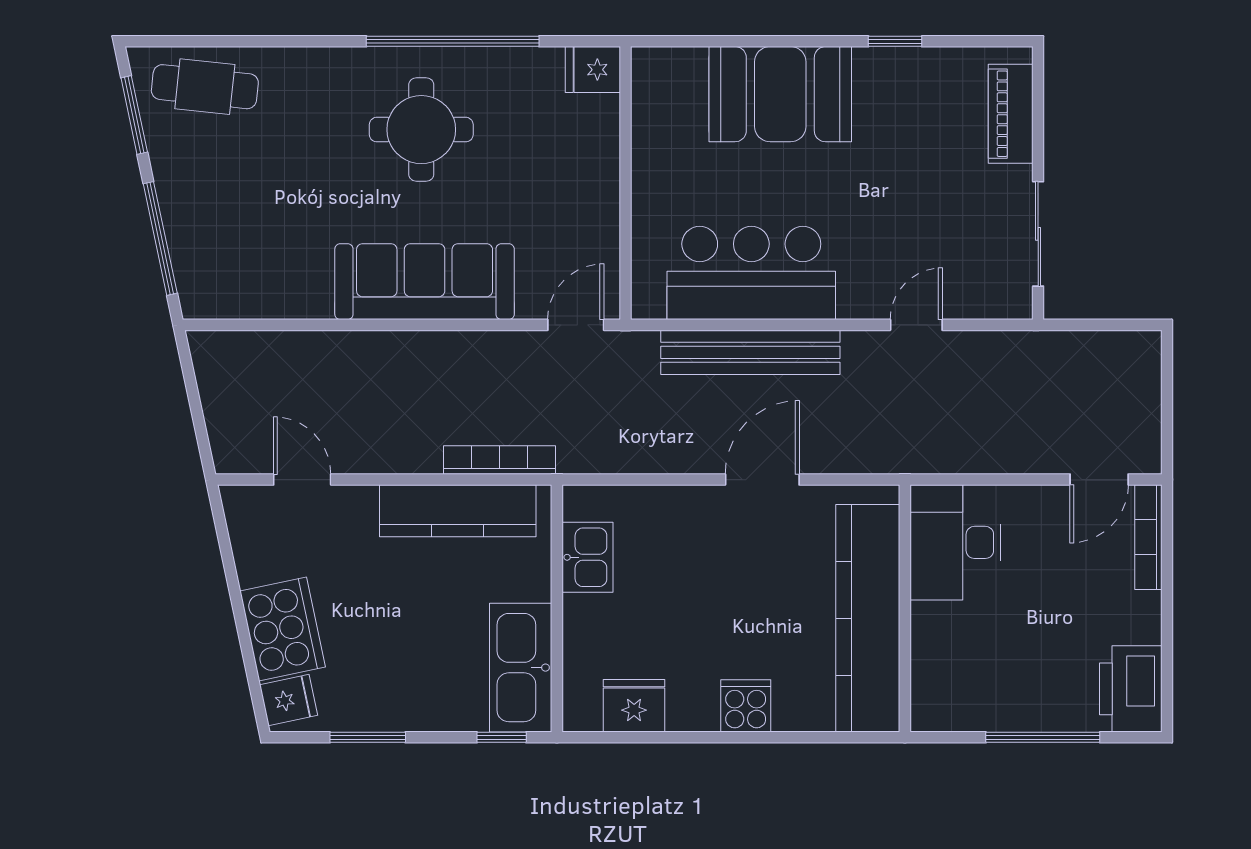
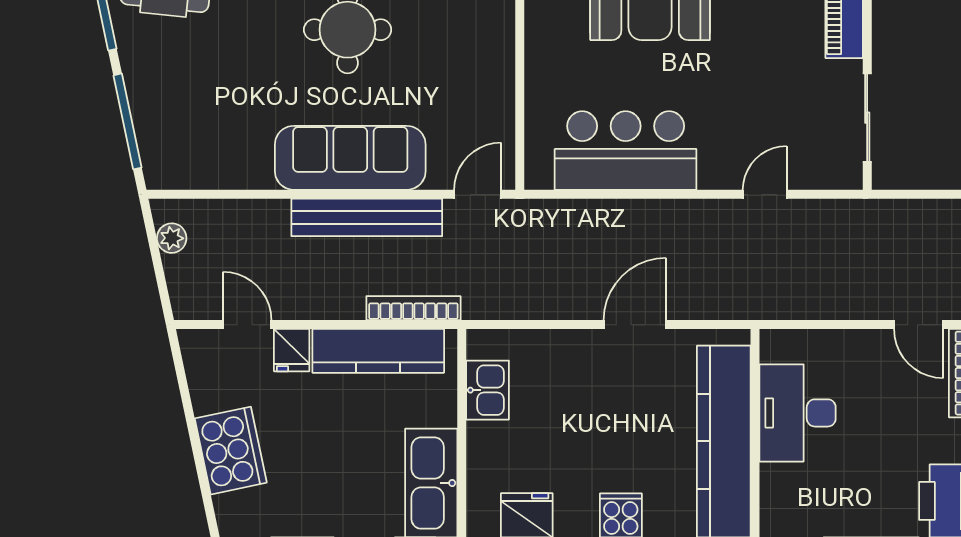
bench: (750, 352) -> (367, 217), moved
plant: (213, 377) -> (172, 238), added
door: (1099, 480) -> (919, 325), hinge flipped
desk: (955, 542) -> (798, 413), moved
fridge: (289, 700) -> (292, 350), moved, turned 102

